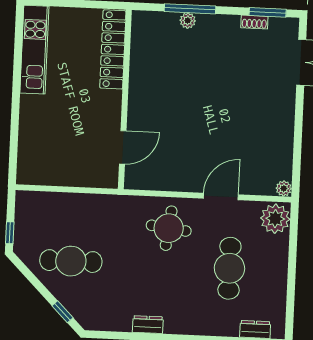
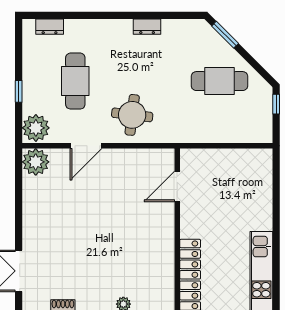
plant: (284, 188) -> (36, 162), width x1.88, depth x1.88
window: (292, 260) -> (19, 91), added
window: (62, 312) -> (225, 35), width x1.50

